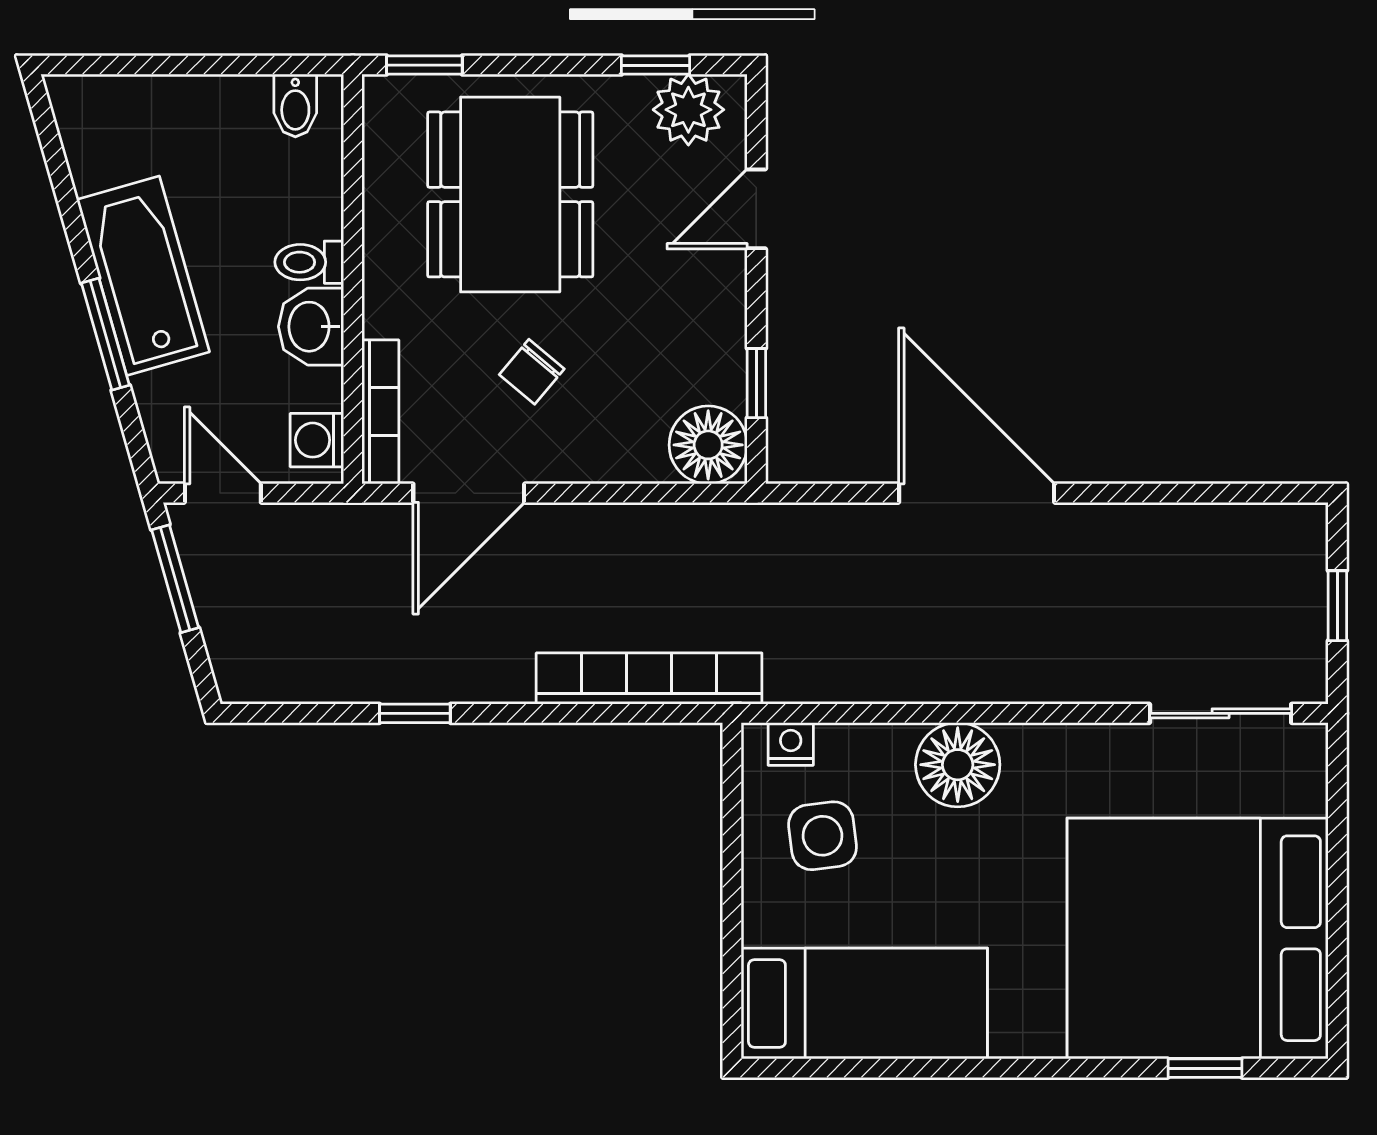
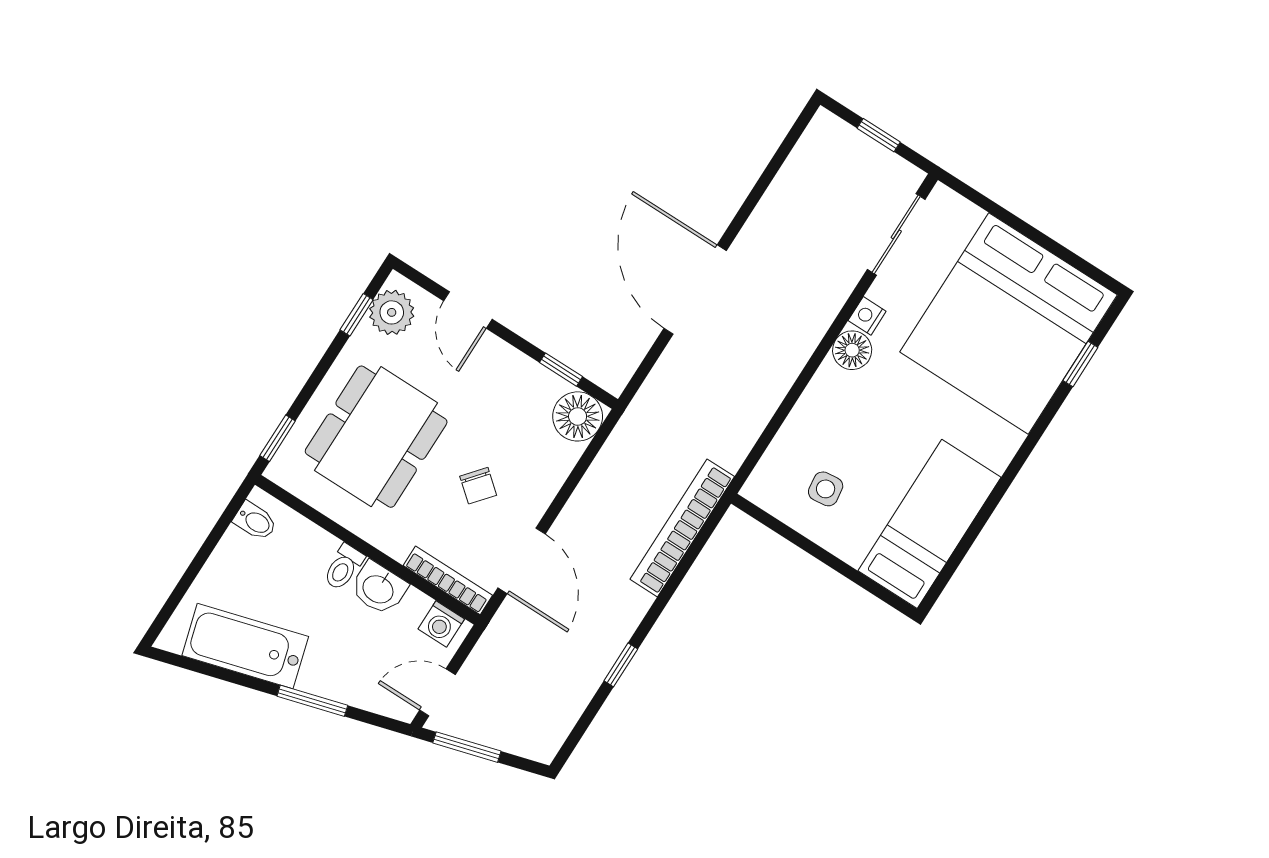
dining table: (510, 194) -> (376, 437), turned 90
bathtub: (143, 276) -> (245, 646), moved
door: (977, 493) -> (695, 289), hinge flipped
nightstand: (791, 744) -> (867, 316), moved
floor lamp: (958, 765) -> (852, 350), moved, width x0.73, depth x0.73
side table: (823, 836) -> (826, 489), width x0.73, depth x0.73

